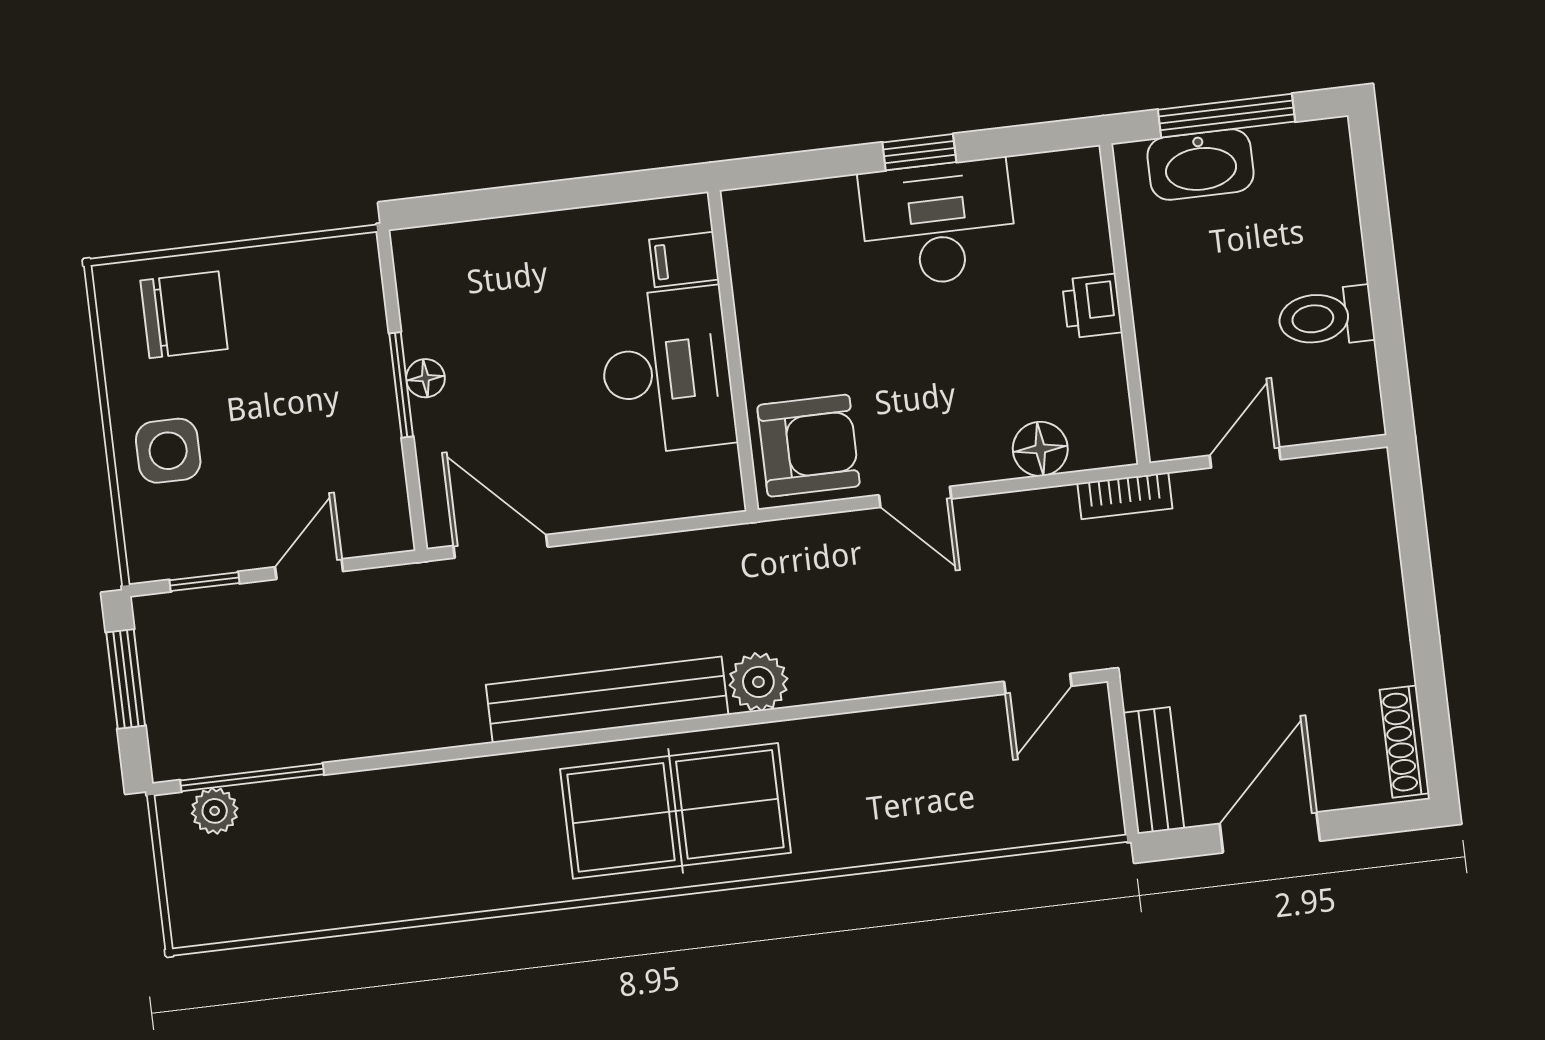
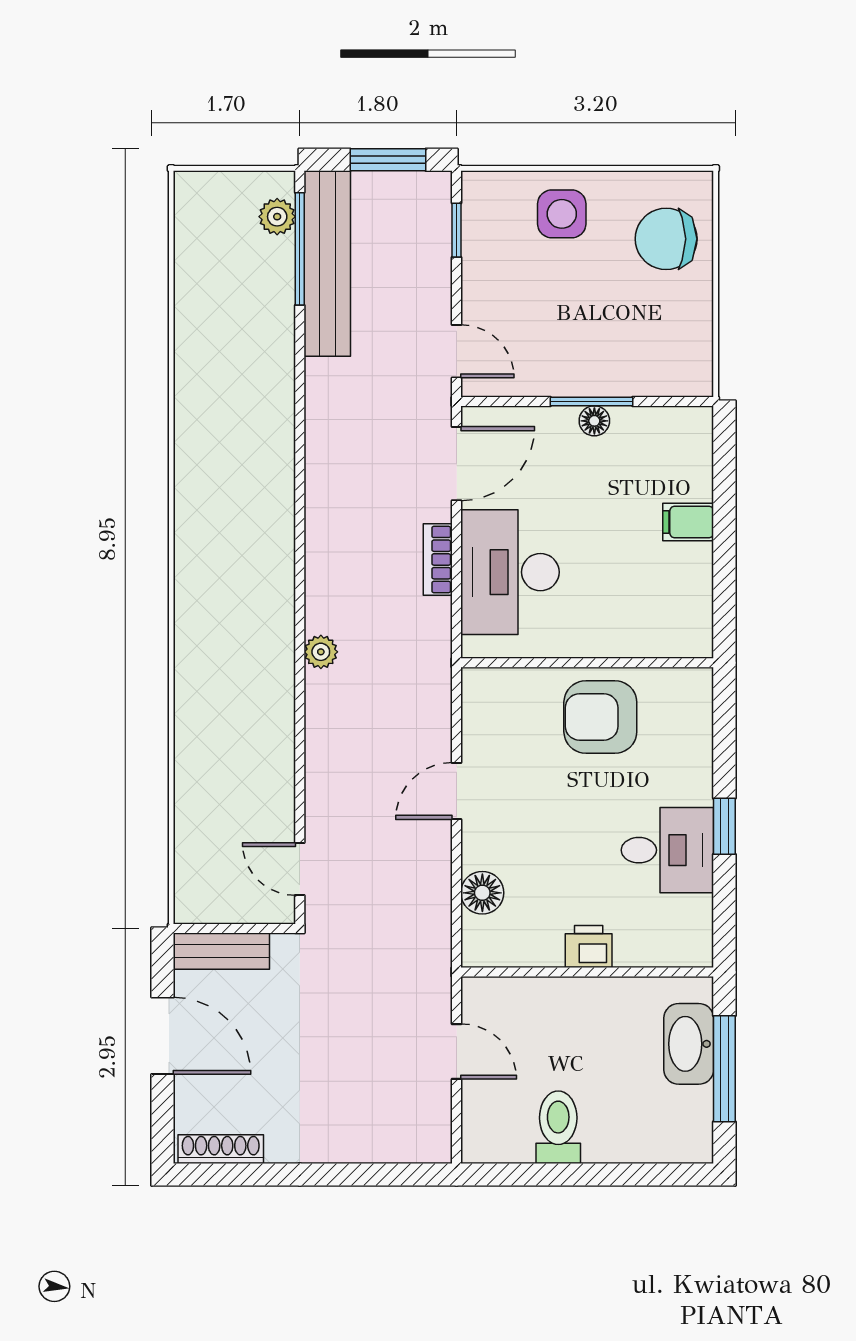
desk: (938, 223) -> (667, 850), width x0.73
filing cabinet: (684, 260) -> (688, 522), moved, turned -90
chair: (184, 315) -> (666, 239), turned 90
desk: (667, 371) -> (510, 572), moved, turned 90
armchair: (809, 446) -> (600, 717), moved, turned 90
bookcase: (1125, 496) -> (438, 559), moved
door: (309, 569) -> (457, 351), moved
plant: (758, 682) -> (321, 652), width x0.73, depth x0.73
bench: (607, 700) -> (327, 264), moved
table tennis table: (675, 811) -> (234, 575), removed

